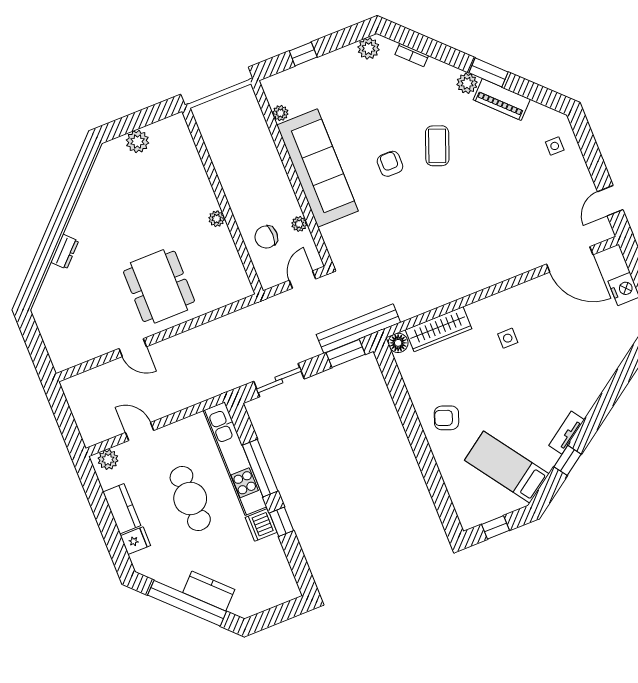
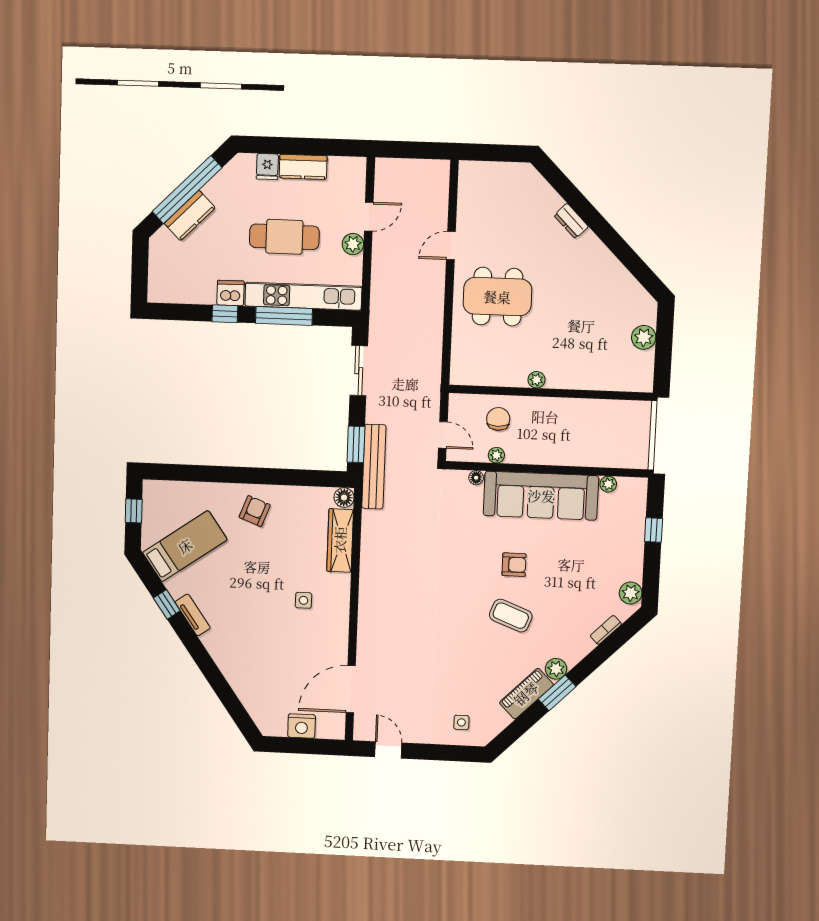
floor lamp: (327, 233) -> (476, 478), added
plant: (108, 460) -> (353, 244), moved

